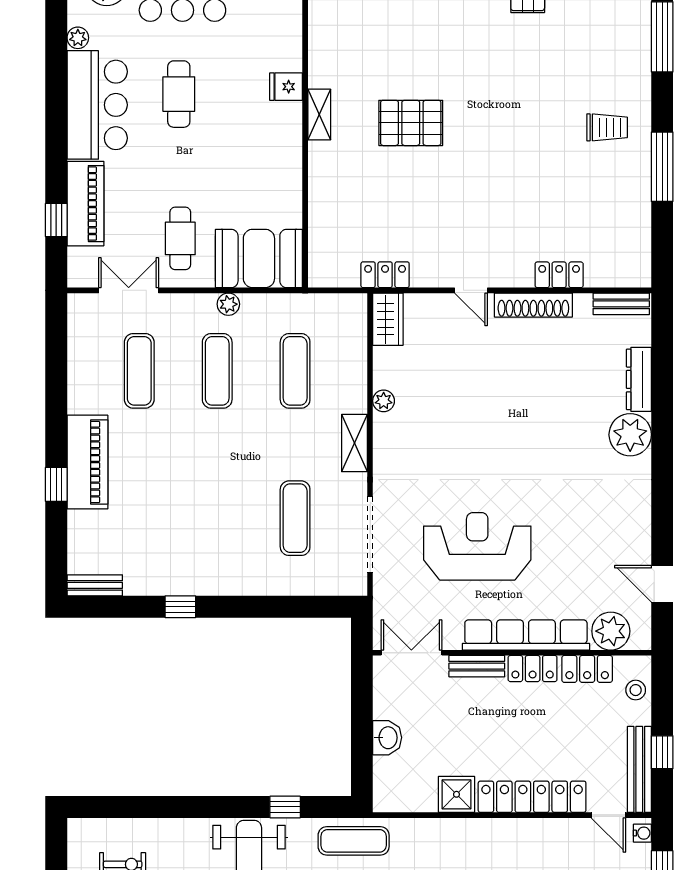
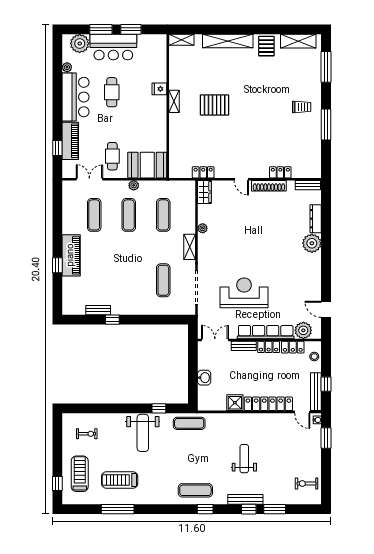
bench: (95, 585) -> (98, 310), moved

